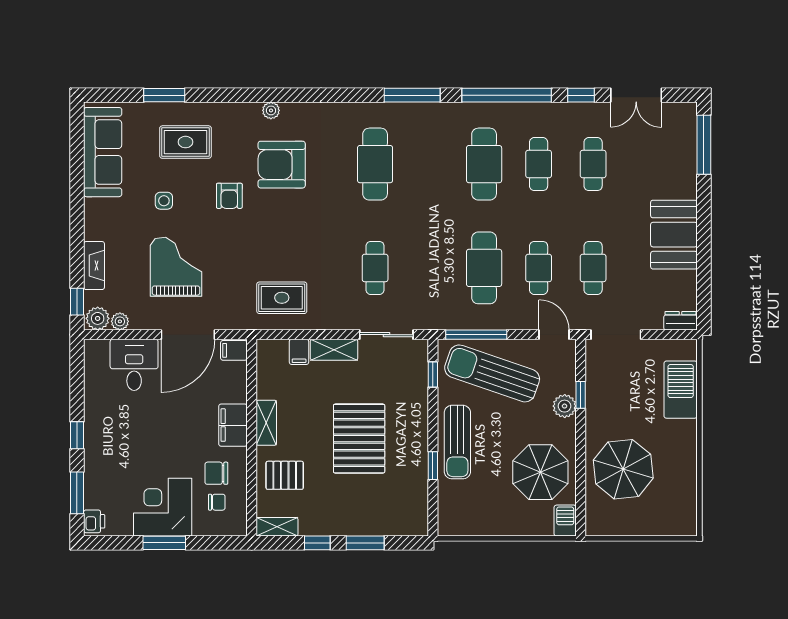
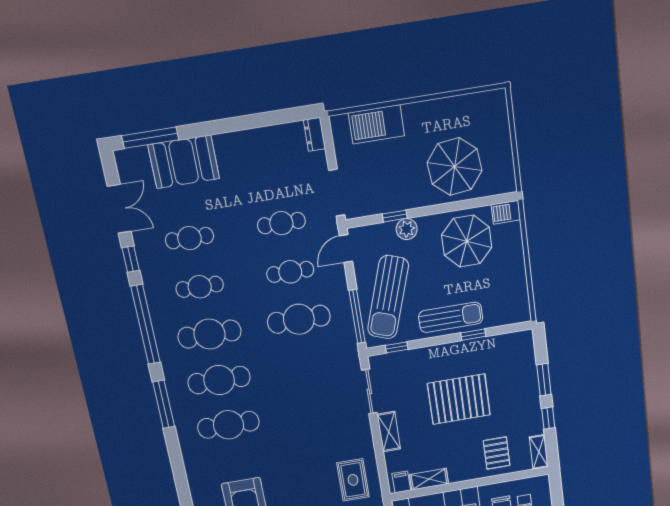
booth: (674, 235) -> (184, 162), moved
cafe table: (375, 268) -> (219, 380), moved, width x1.37, depth x1.35
filing cabinet: (299, 352) -> (401, 482), moved, turned -90
shelving: (266, 423) -> (429, 479), moved

